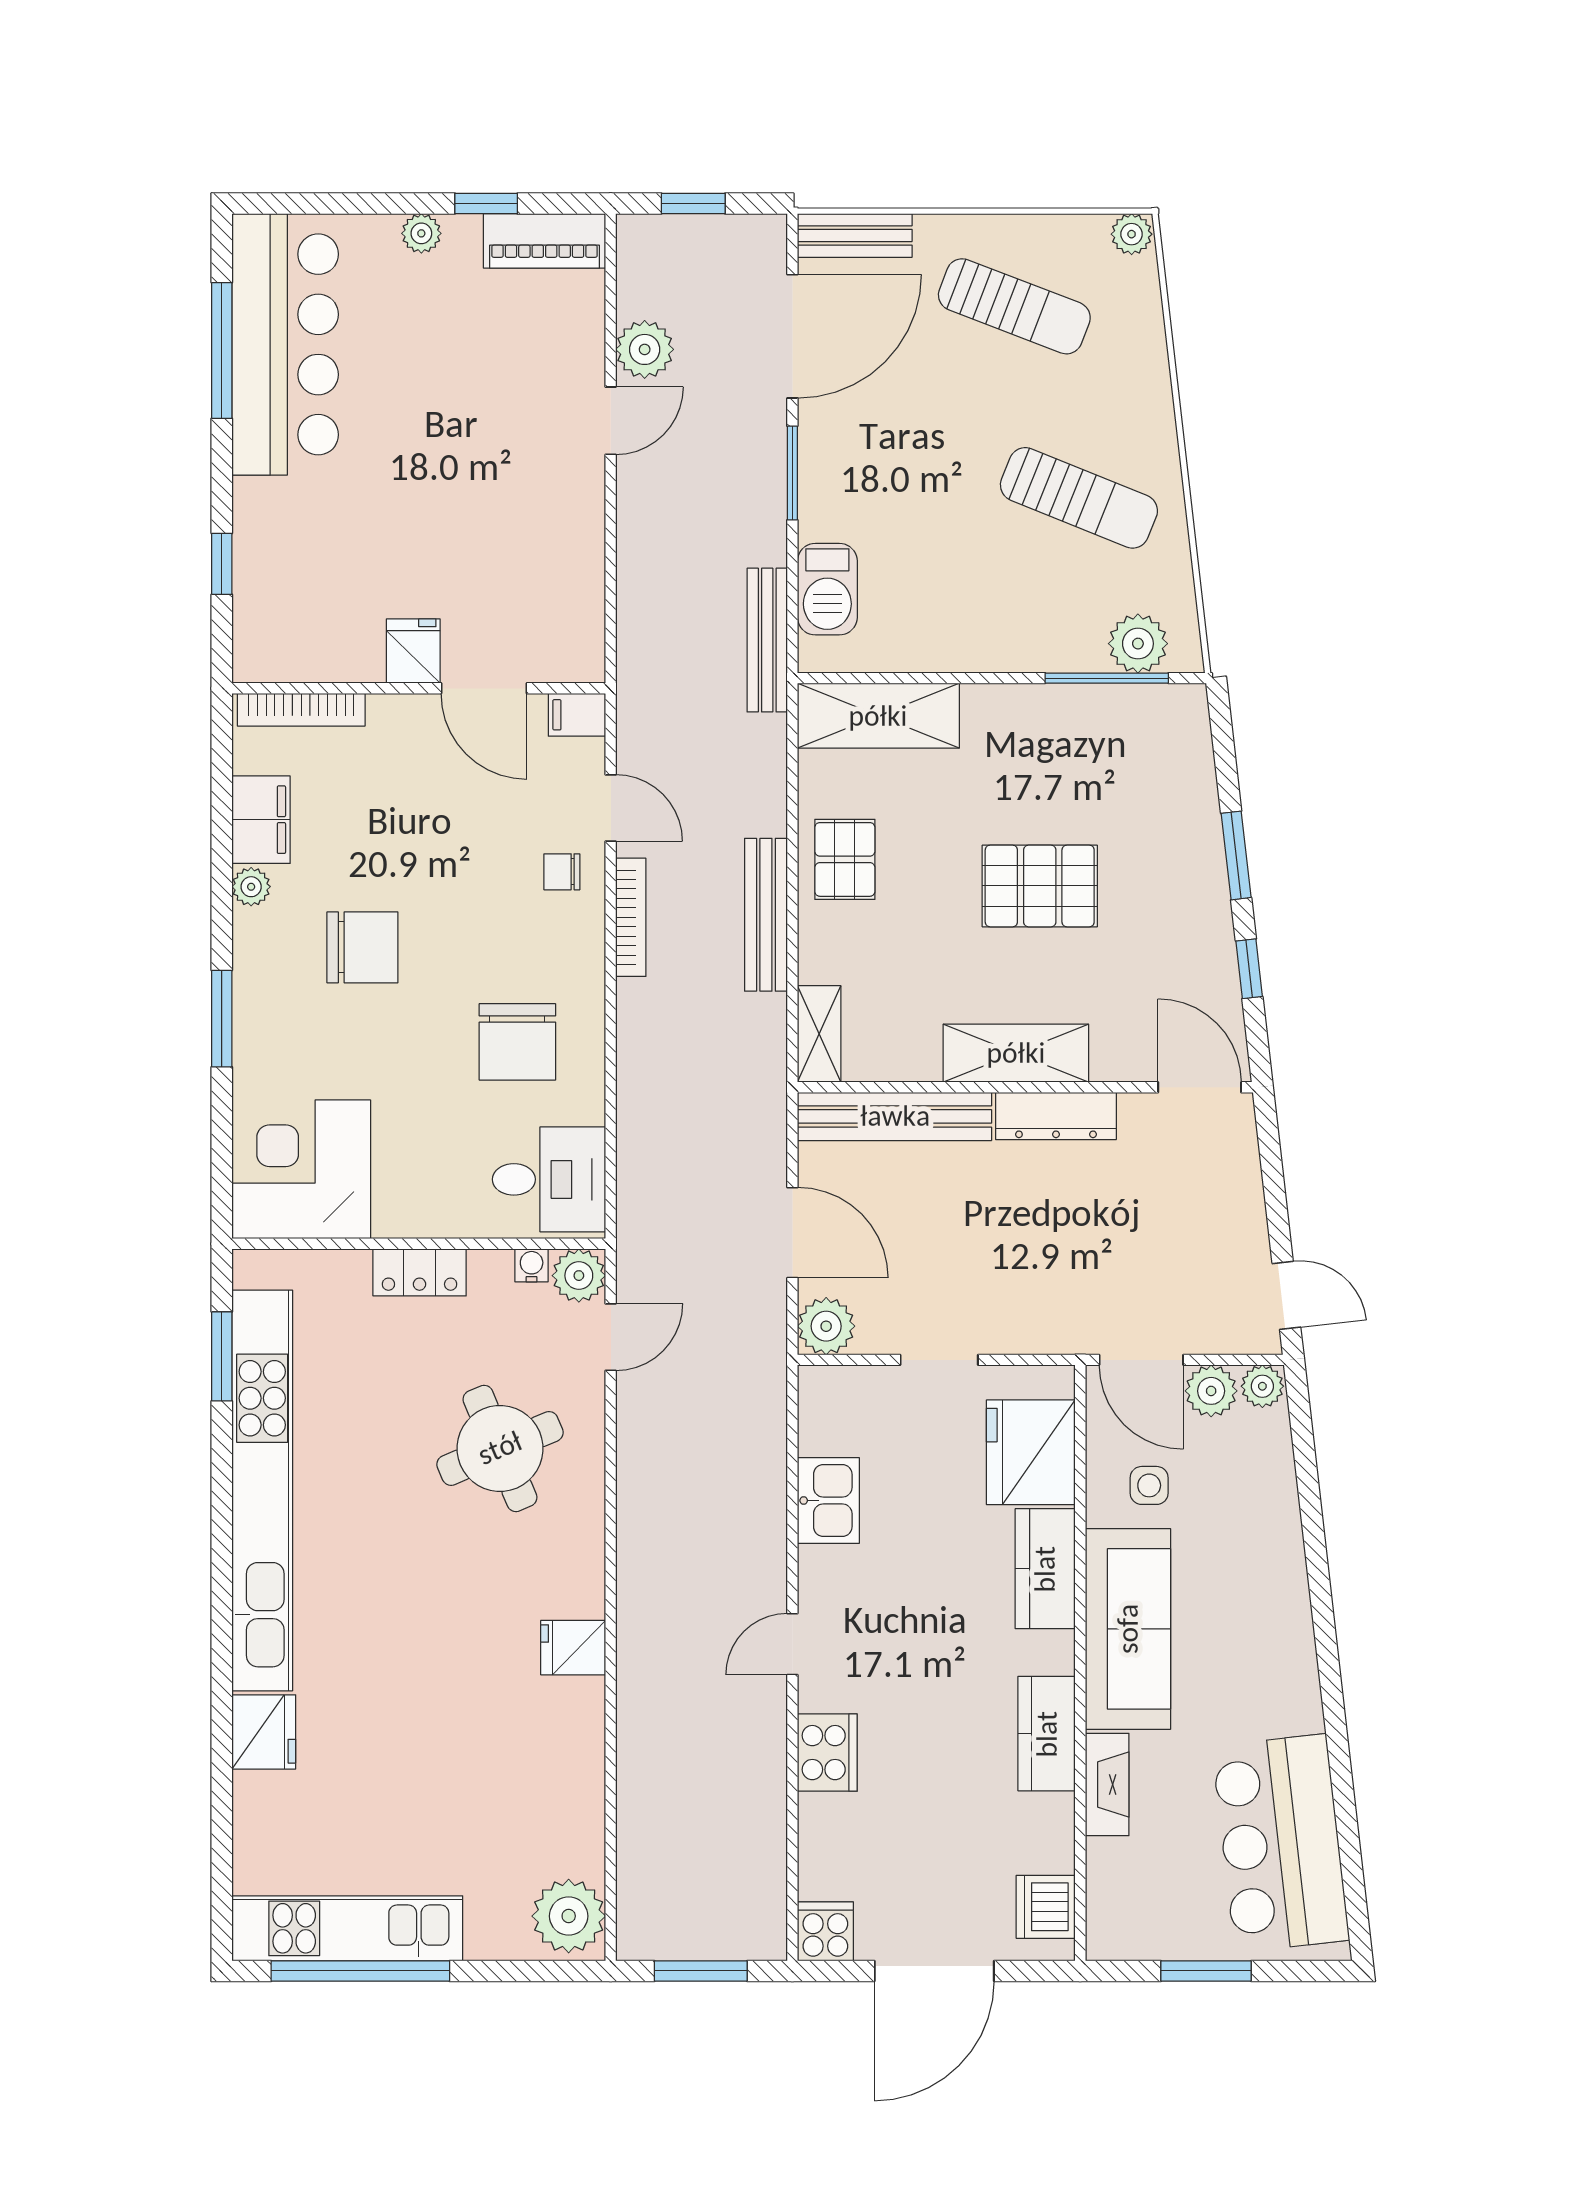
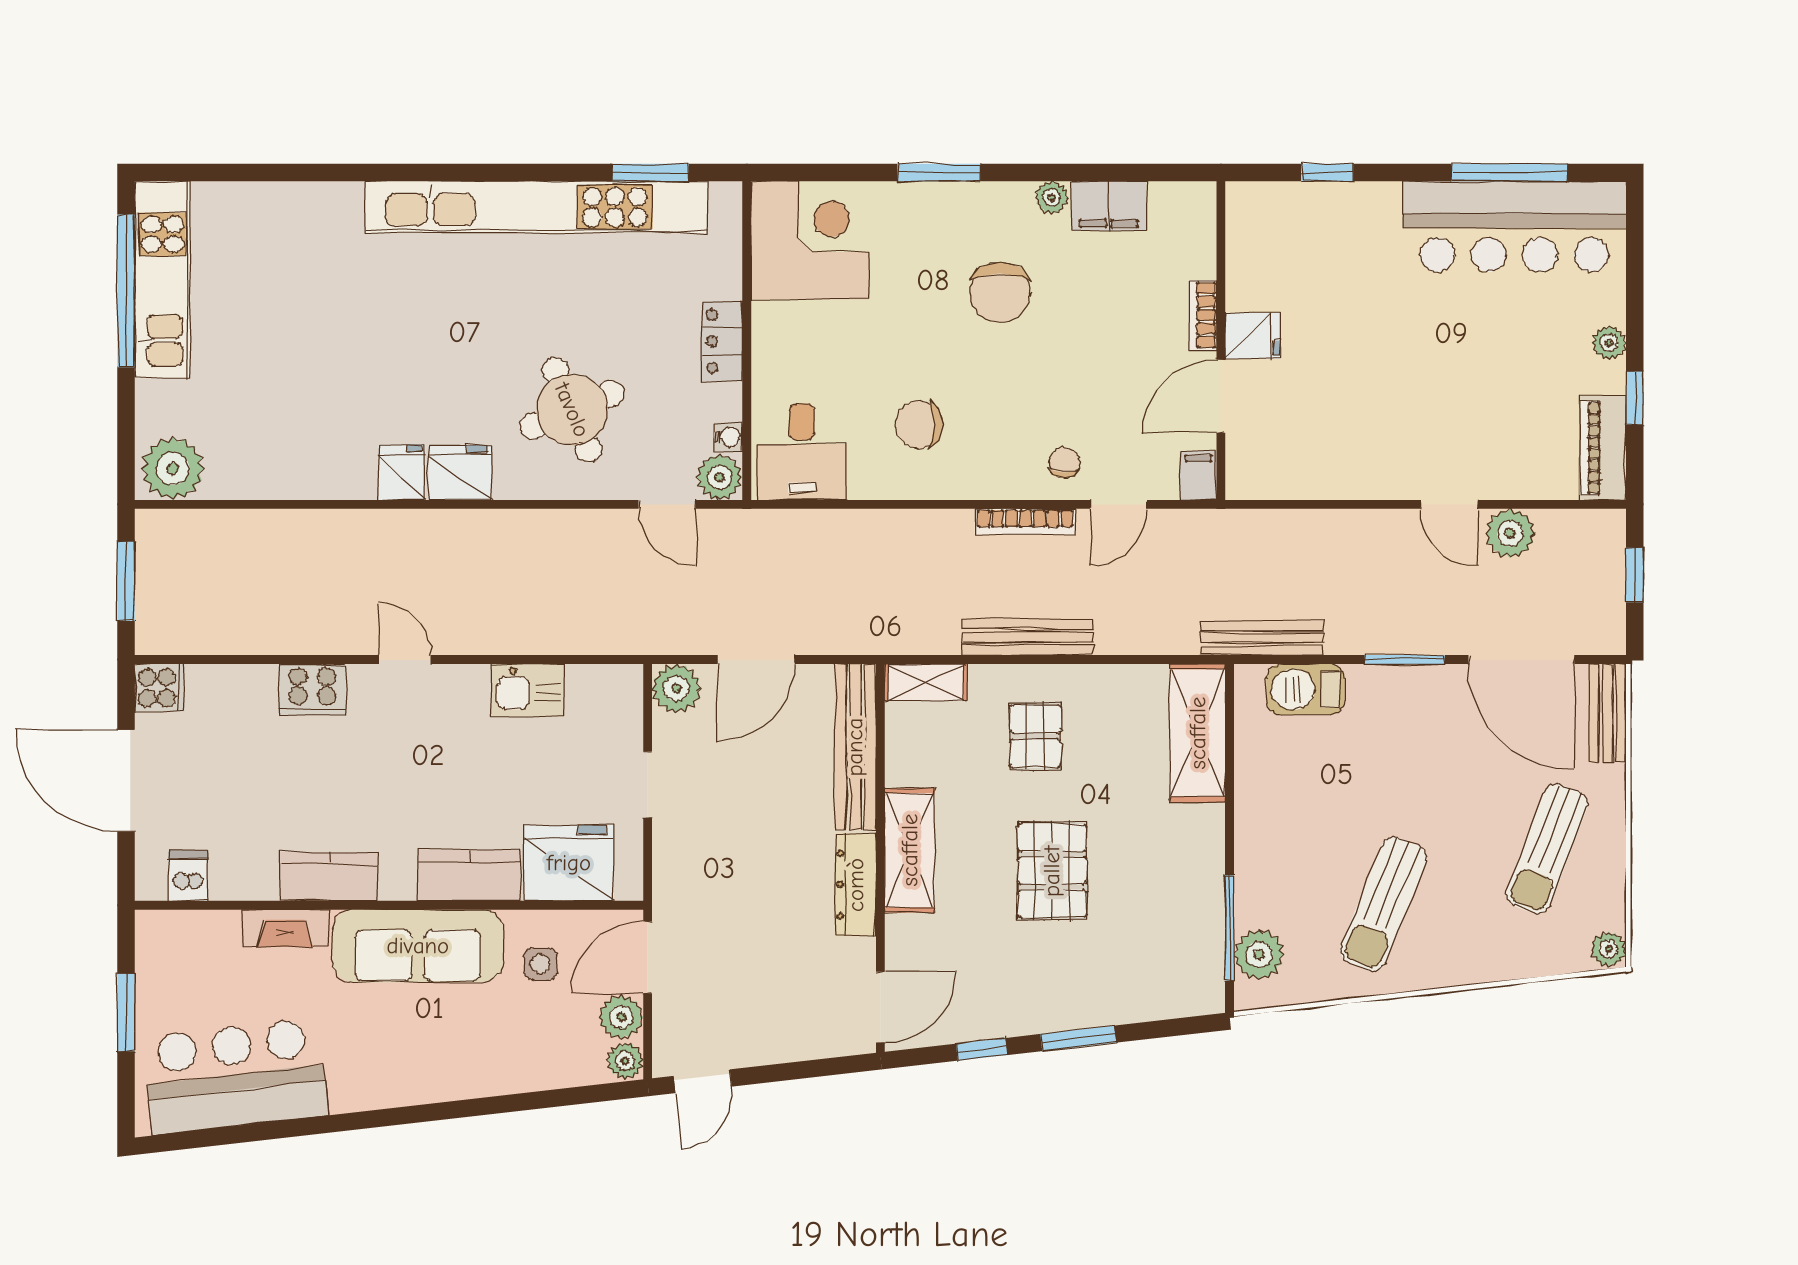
bookcase: (301, 710) -> (1203, 315), moved, width x0.64
pallet: (845, 859) -> (1035, 736), moved, turned 90
chair: (517, 1042) -> (919, 425), width x0.73, depth x0.73
fridge: (264, 1732) -> (460, 473), moved, turned 180
dishwasher: (1046, 1907) -> (188, 876), width x0.73

